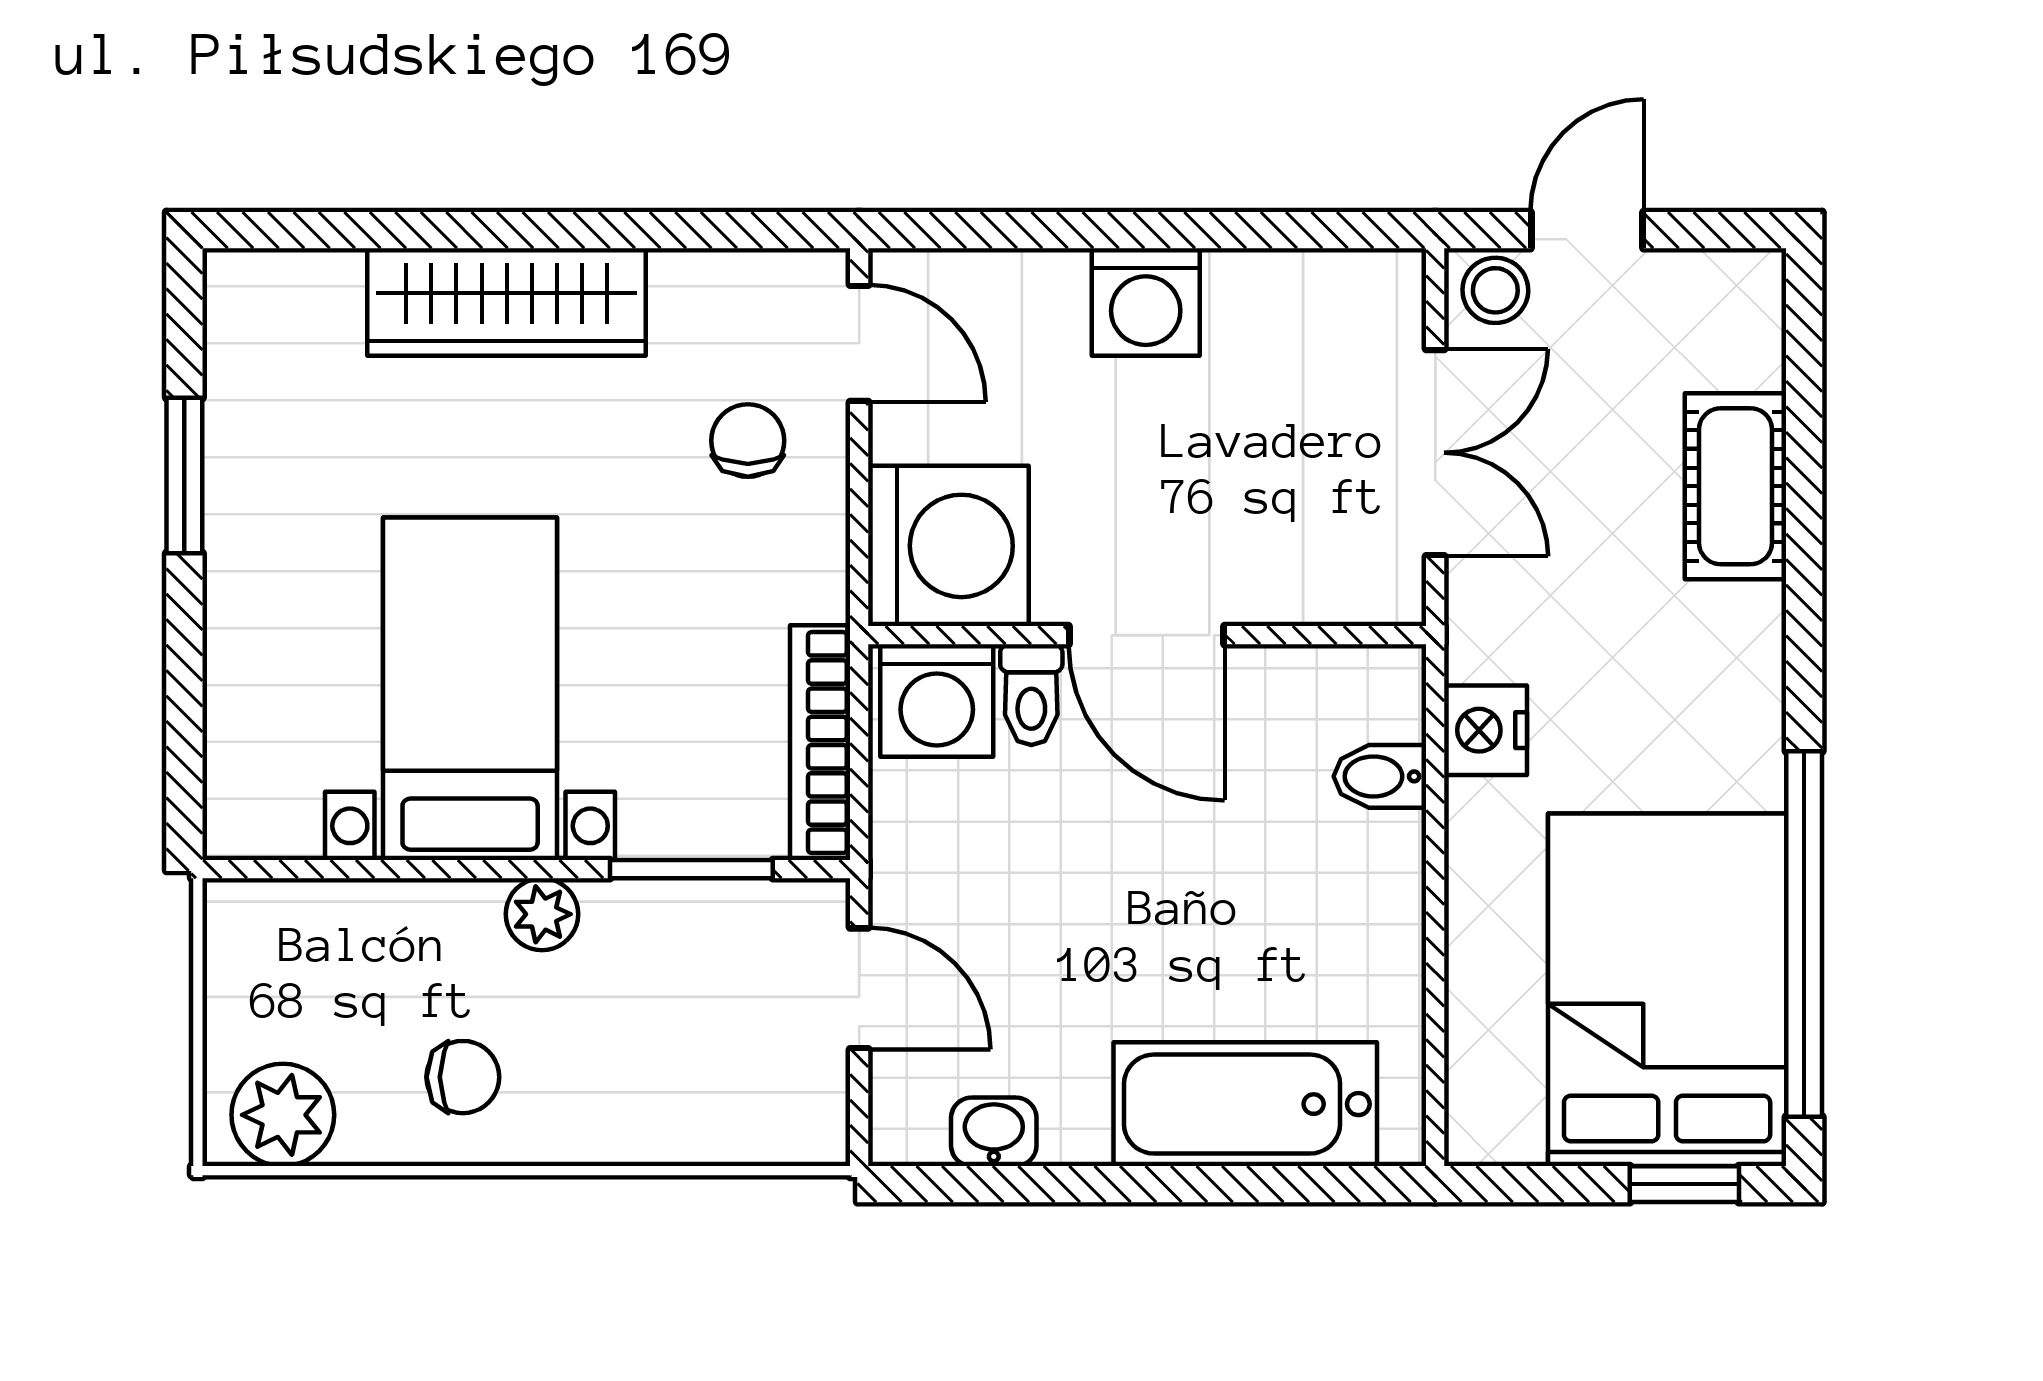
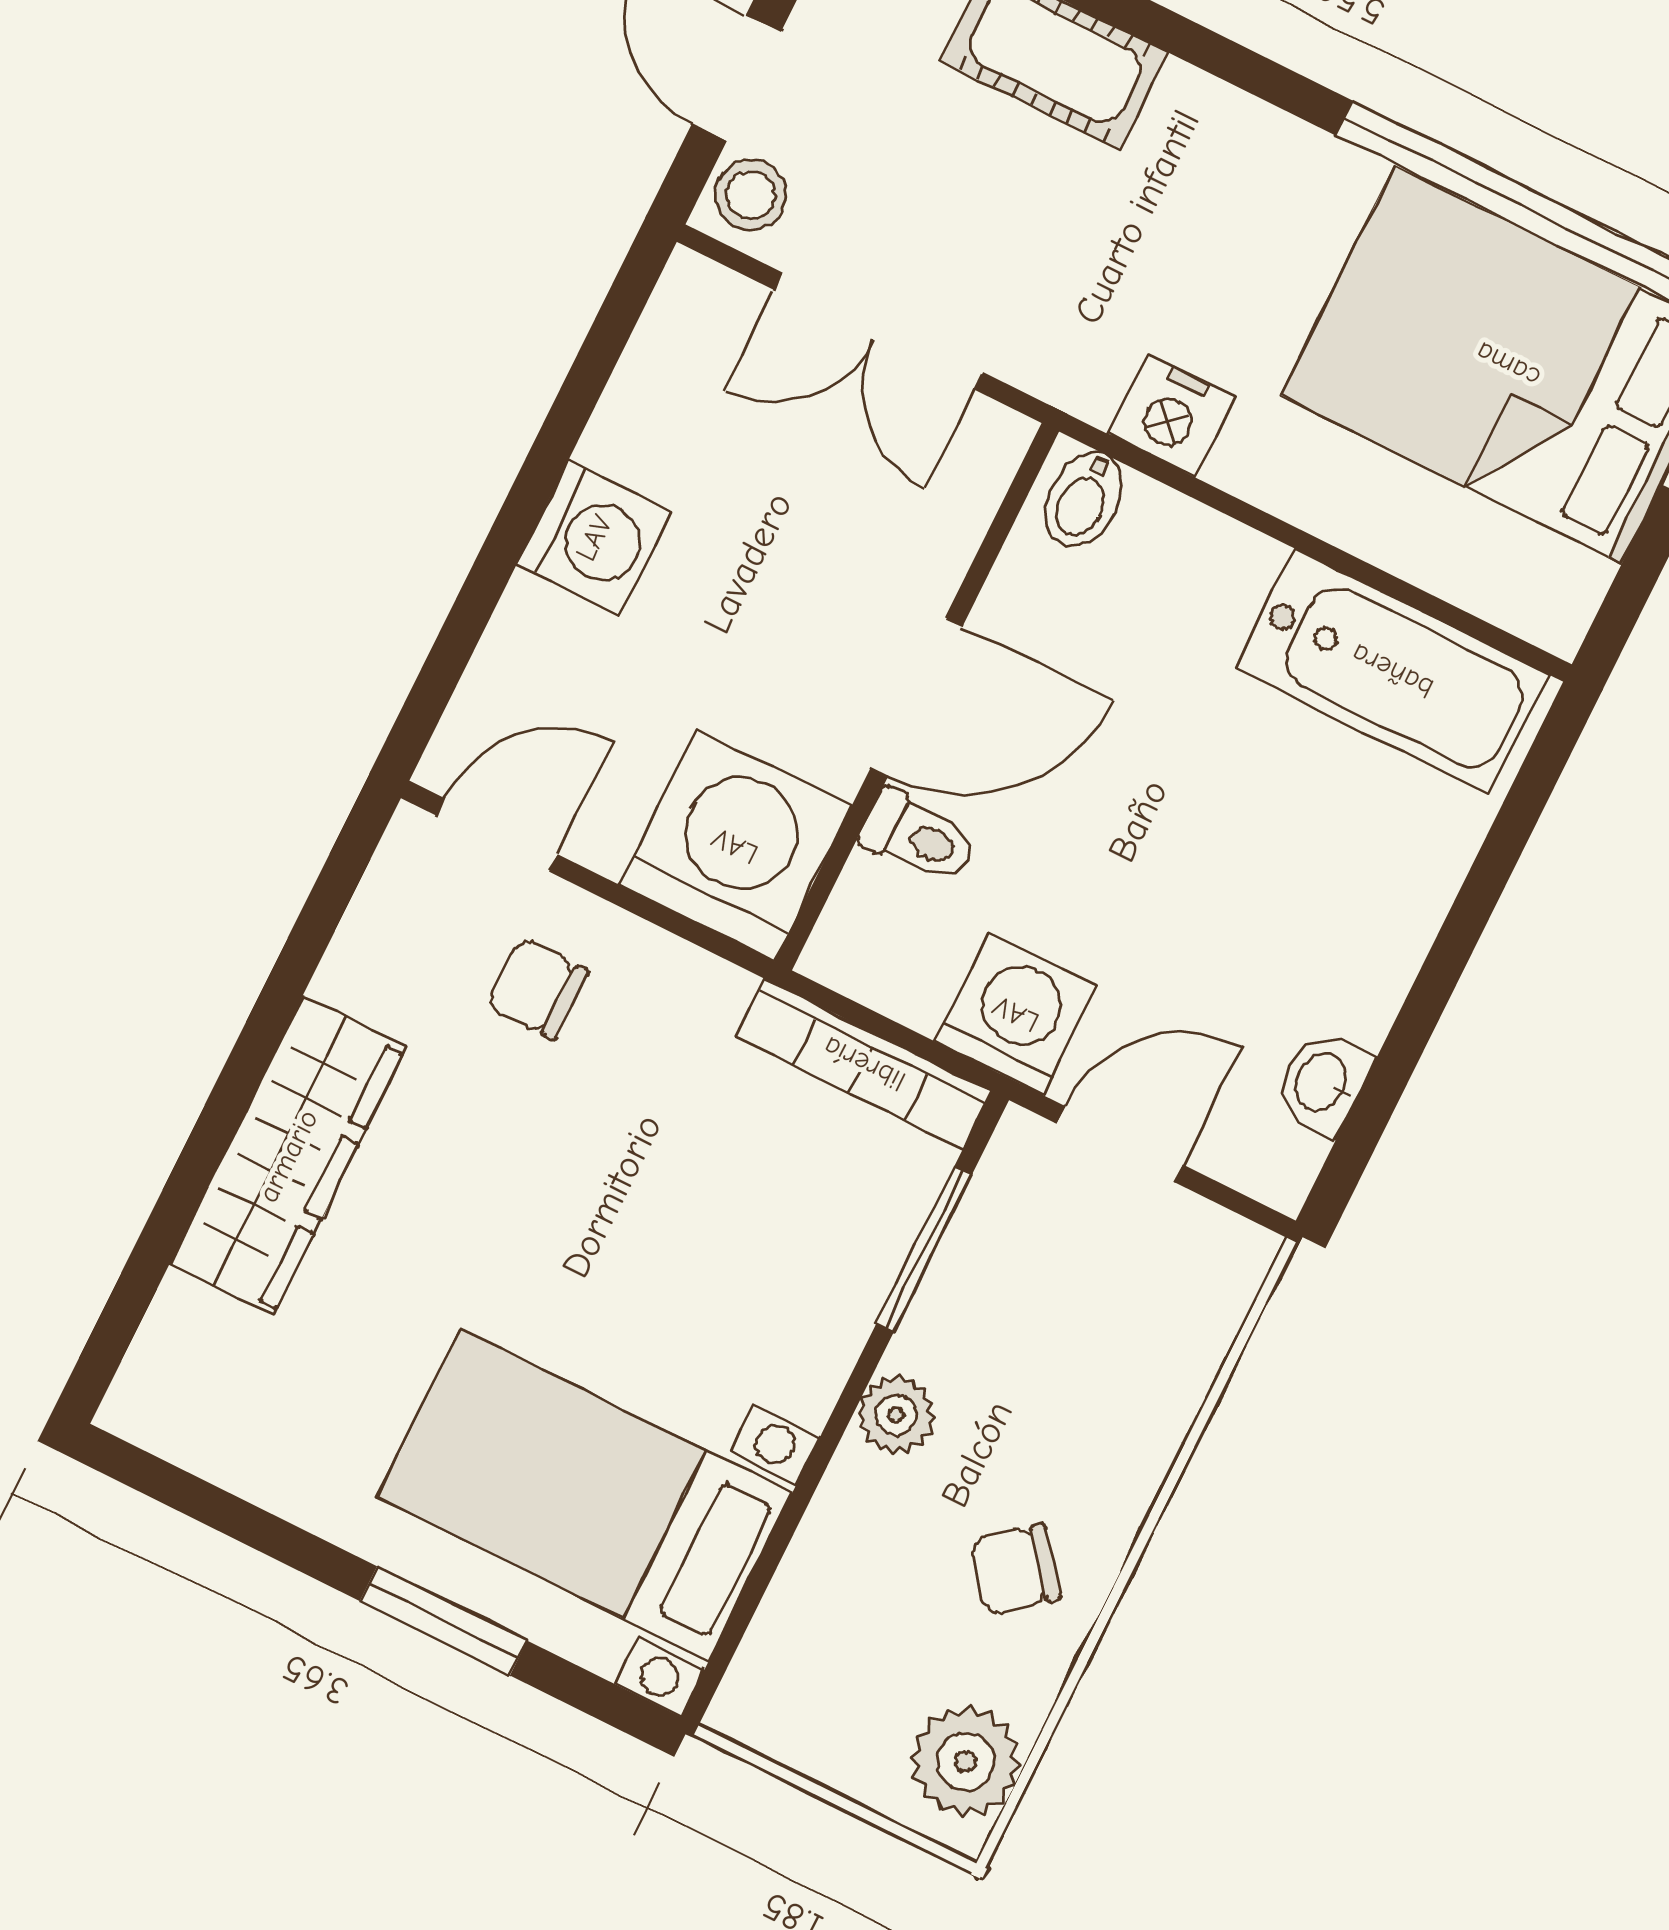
double door: (1435, 453) -> (879, 331), swing flipped
window: (184, 476) -> (444, 1621), moved
bed with nightstands: (470, 689) -> (585, 1495), moved
washing machine: (937, 701) -> (1016, 1014), moved, turned -90
bidet: (1380, 776) -> (1084, 499), moved
chair: (463, 1077) -> (1015, 1569), turned -129
bathtub: (1245, 1104) -> (1392, 671), moved, turned -90

